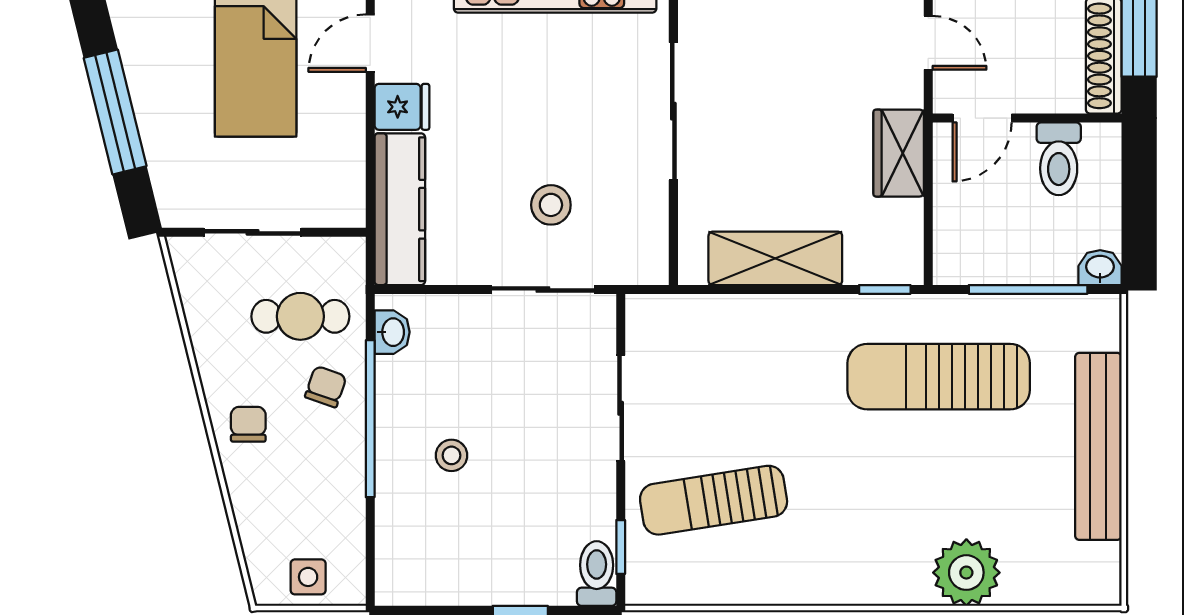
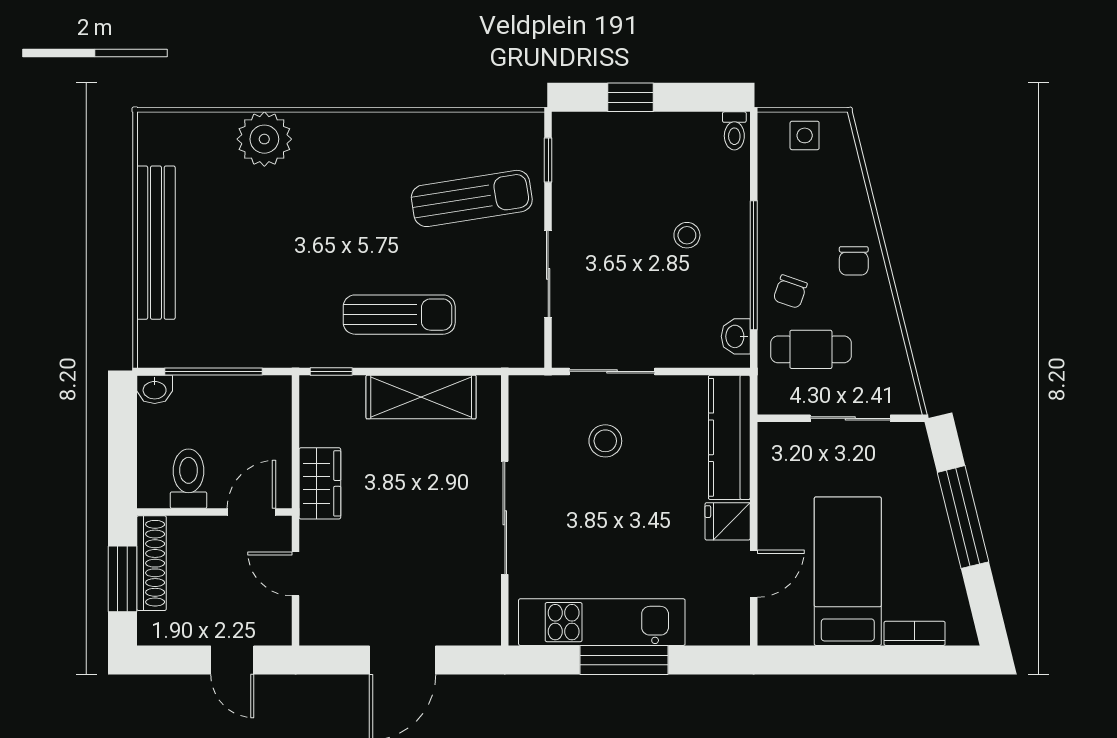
sun lounger: (939, 377) -> (399, 315), moved, width x0.73, depth x0.75
toilet: (597, 574) -> (734, 131), moved, width x0.73, depth x0.72

